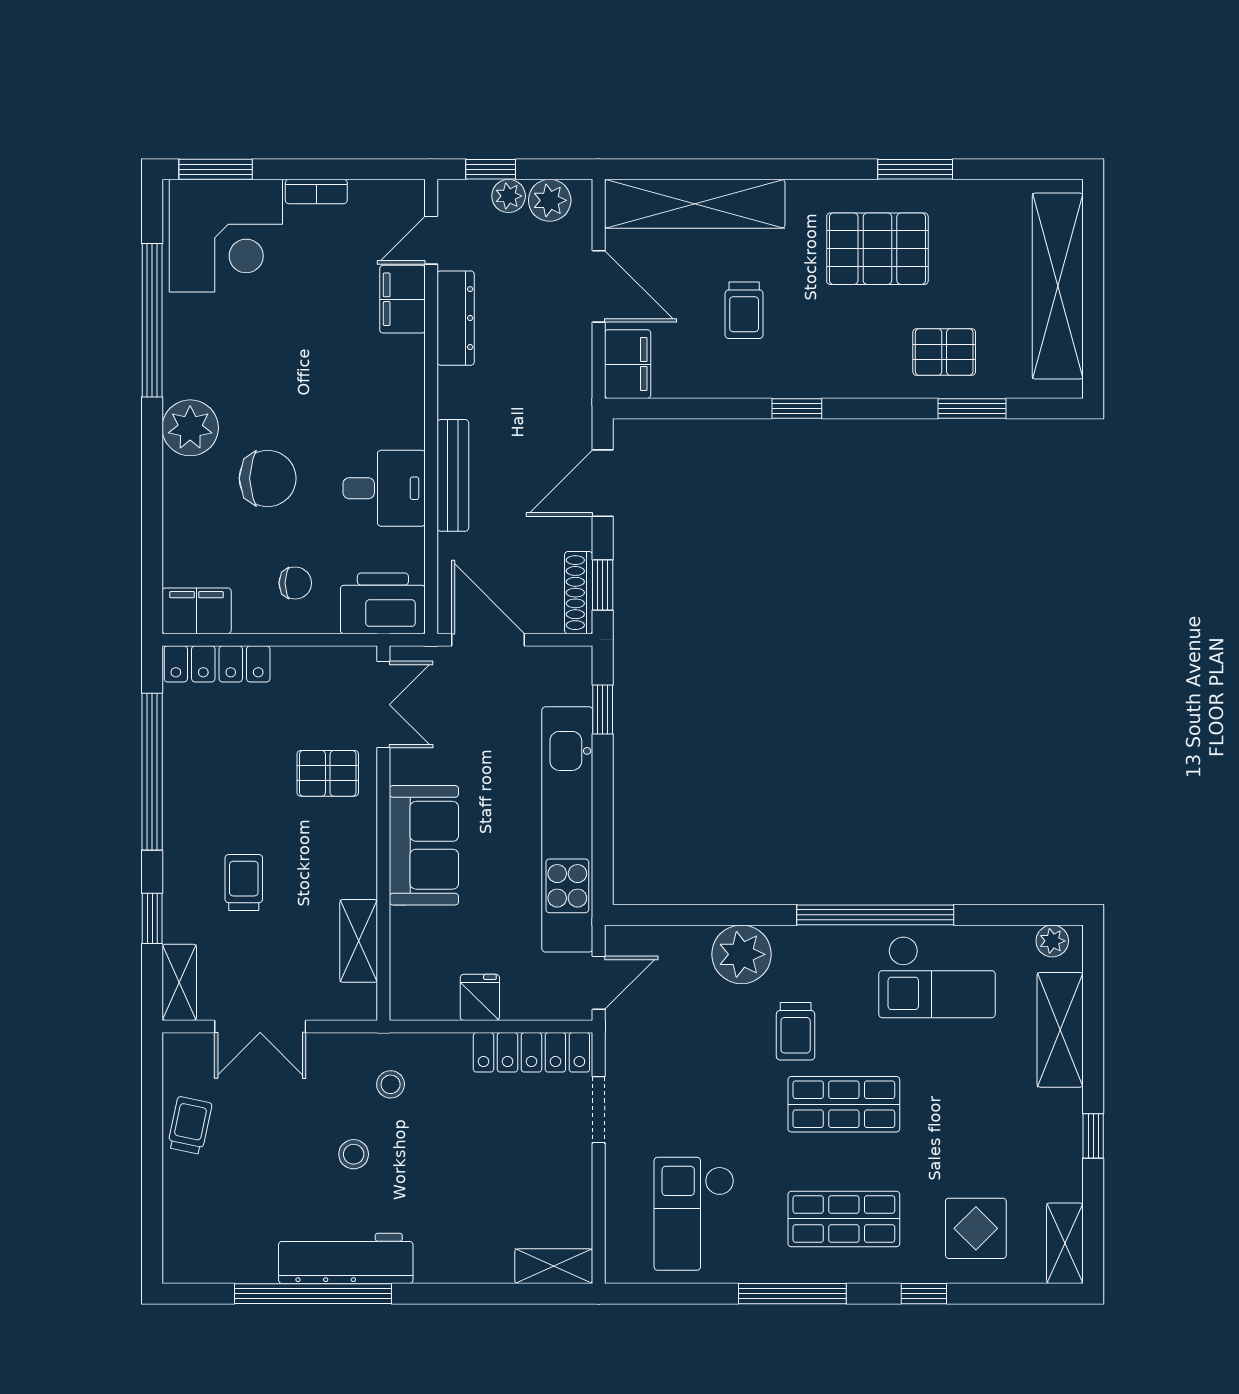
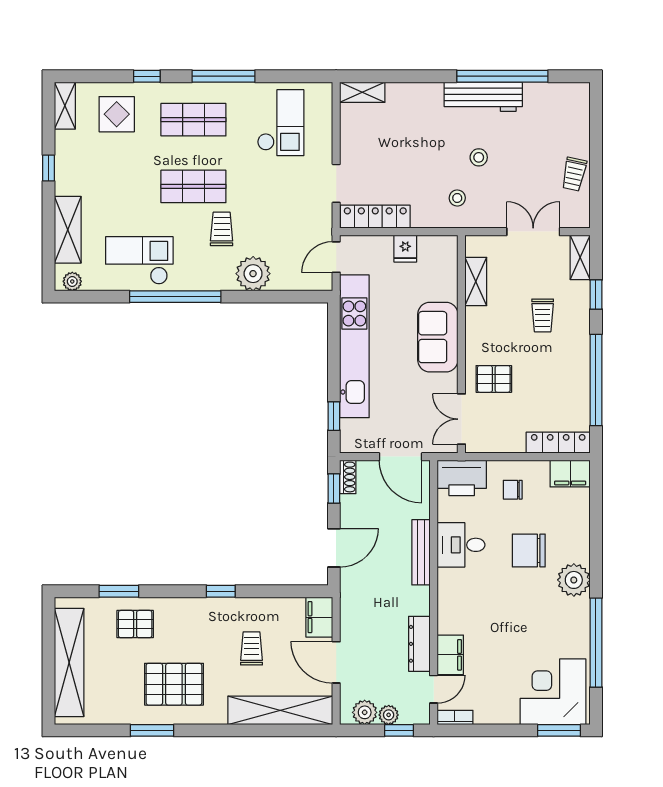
bookcase: (316, 192) -> (455, 717), moved
shoe rack: (579, 593) -> (348, 477), width x0.70

